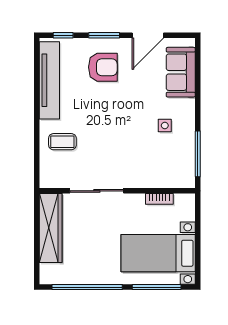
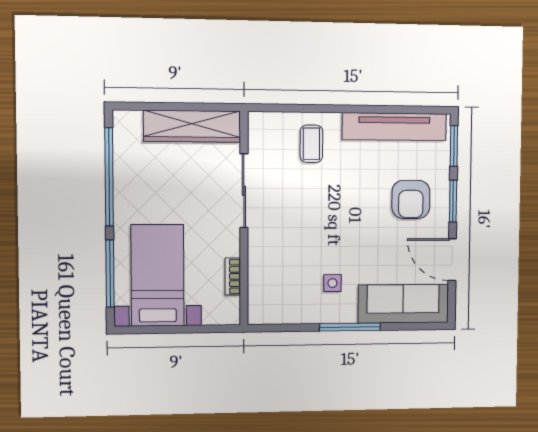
window: (63, 35) -> (454, 146), width x1.50
sofa: (181, 72) -> (403, 304), width x1.36
window: (198, 154) -> (350, 327), moved

